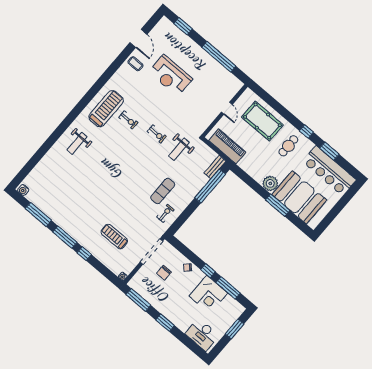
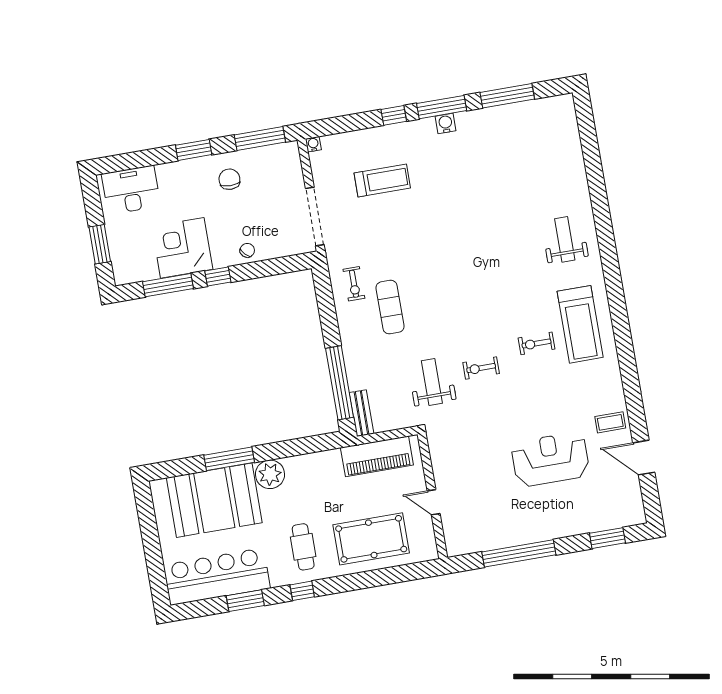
water cooler: (23, 190) -> (446, 123), moved
chair: (164, 273) -> (229, 179), moved

